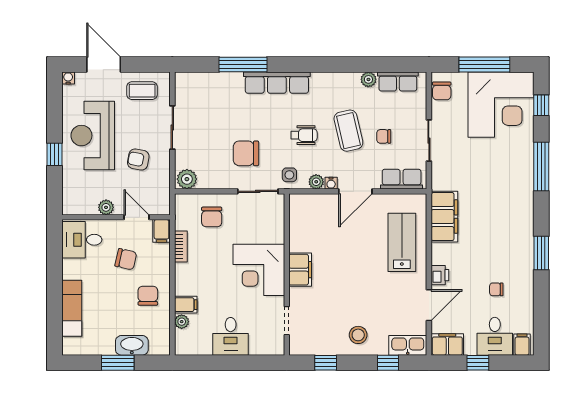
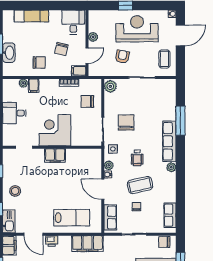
plant: (368, 79) -> (171, 167), moved

